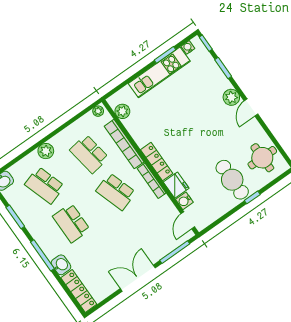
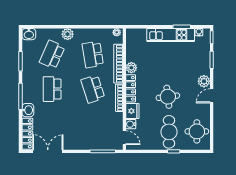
plant: (122, 111) -> (131, 68), moved
round table: (204, 142) -> (168, 97), added
school desk: (45, 185) -> (52, 55), turned 42
door: (188, 220) -> (124, 138), swing flipped
double door: (138, 278) -> (48, 151), moved

